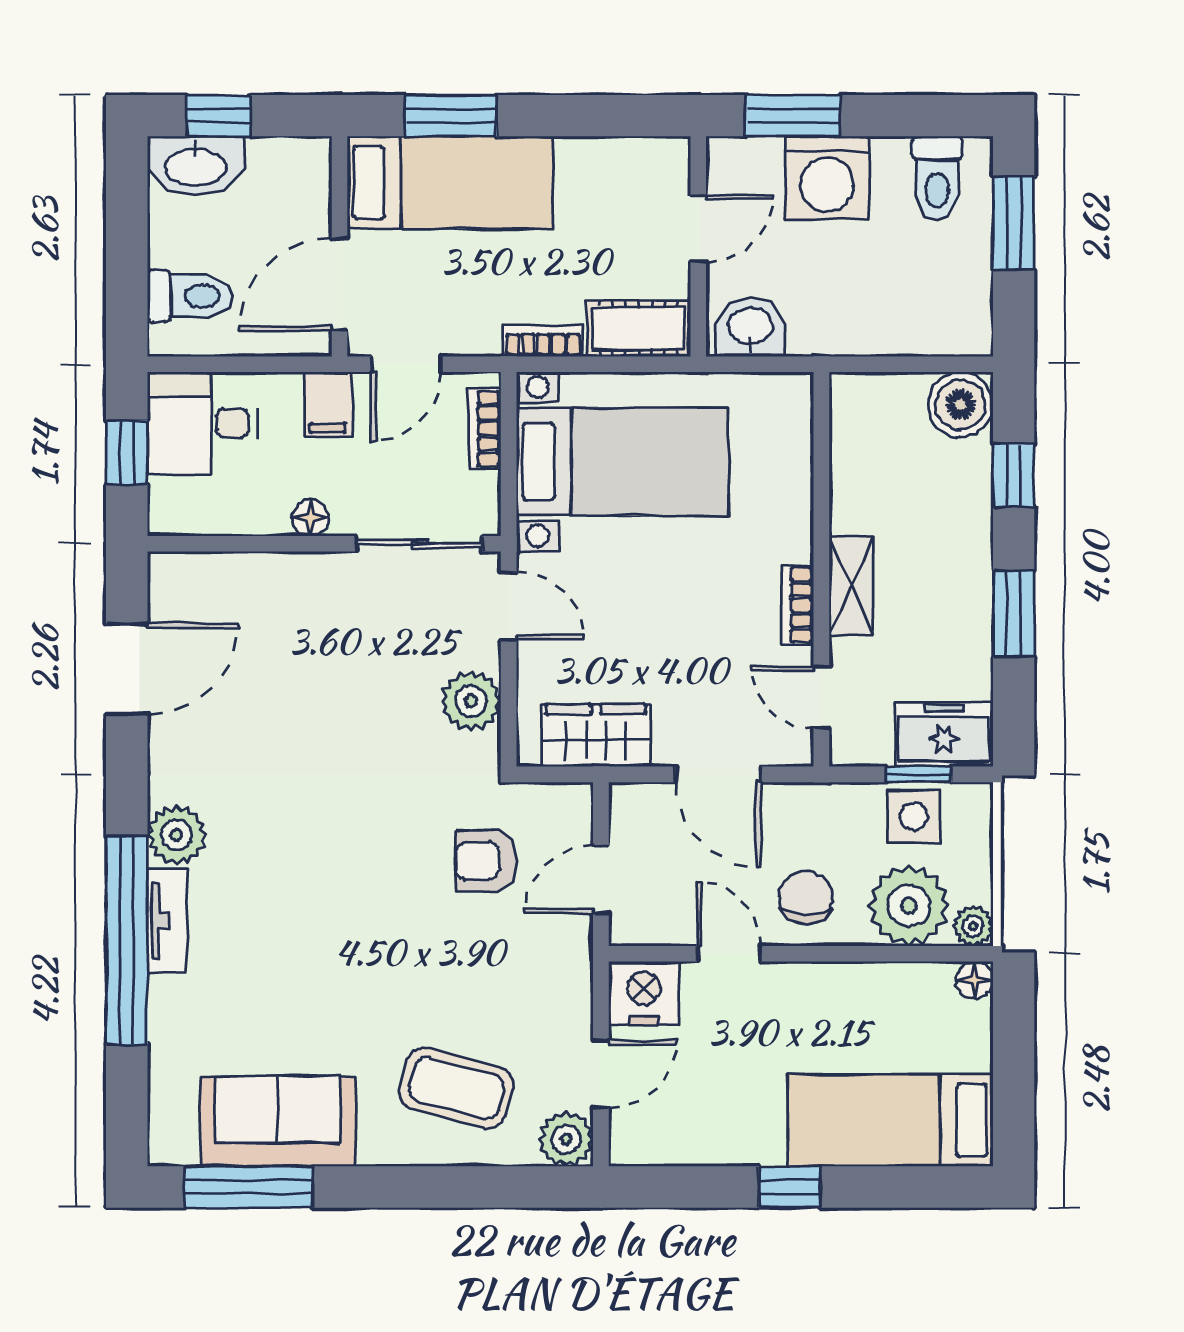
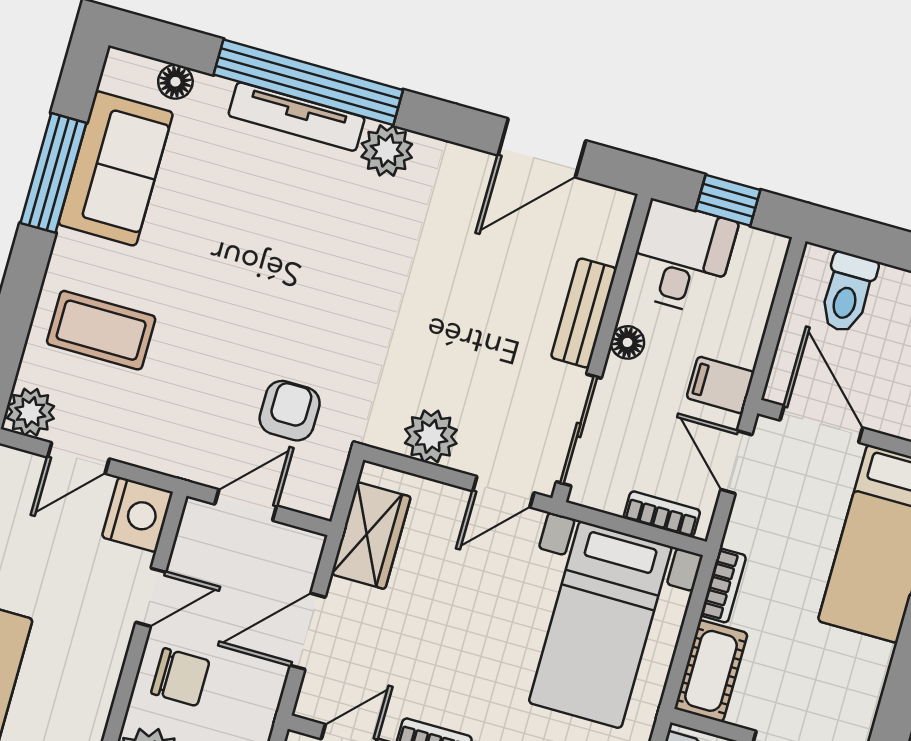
desk: (202, 423) -> (682, 258), moved
bench: (292, 574) -> (584, 313), added
door: (127, 669) -> (542, 148), hinge flipped
door: (601, 879) -> (246, 505), hinge flipped
tv unit: (167, 921) -> (297, 117), width x1.41
door: (601, 1074) -> (78, 458), hinge flipped
floor lamp: (166, 1083) -> (175, 82), added
coffee table: (456, 1088) -> (101, 330), turned 75
window: (249, 1187) -> (53, 173), moved

